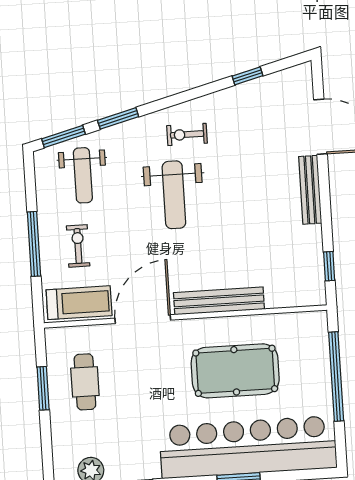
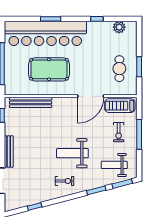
weight bench: (83, 175) -> (114, 165), turned -90
weight bench: (174, 195) -> (72, 153), turned -90
bench: (219, 301) -> (31, 102), moved

